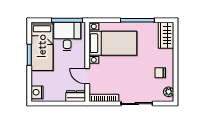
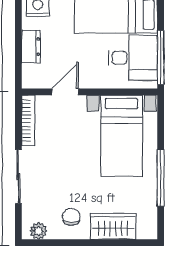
wardrobe: (166, 35) -> (113, 226), moved
dresser: (76, 96) -> (31, 47), moved

